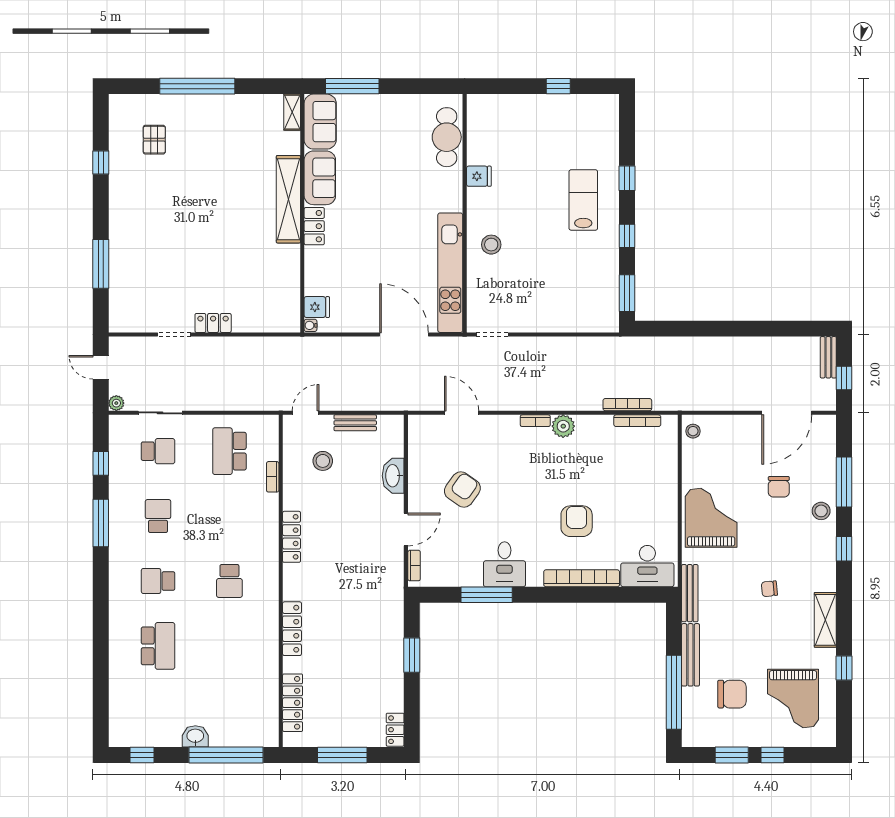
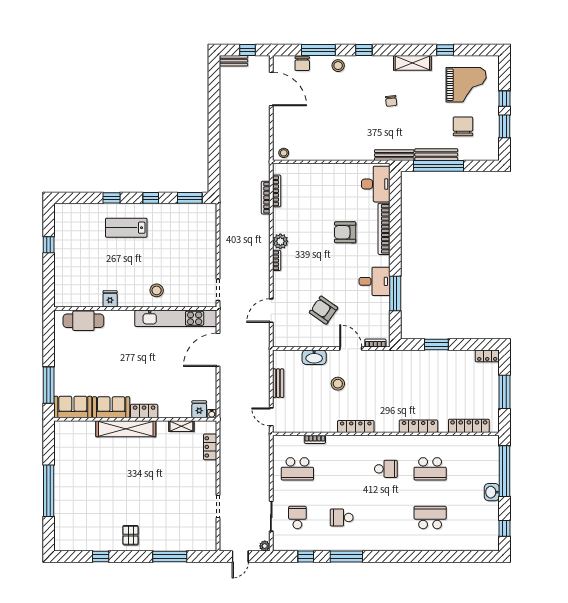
shelving: (292, 112) -> (181, 426), moved
pallet: (154, 140) -> (131, 535), moved, turned 90
locker: (213, 323) -> (210, 447), moved
stool: (323, 461) -> (338, 384), moved
chair: (779, 487) -> (302, 64), moved, turned 90
grand piano: (711, 518) -> (343, 141), removed
school desk: (158, 581) -> (430, 469), moved, width x1.85
window: (674, 692) -> (439, 166), moved

